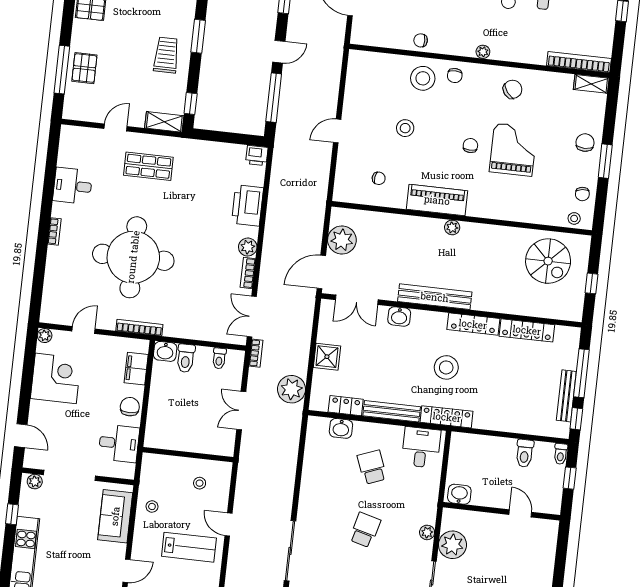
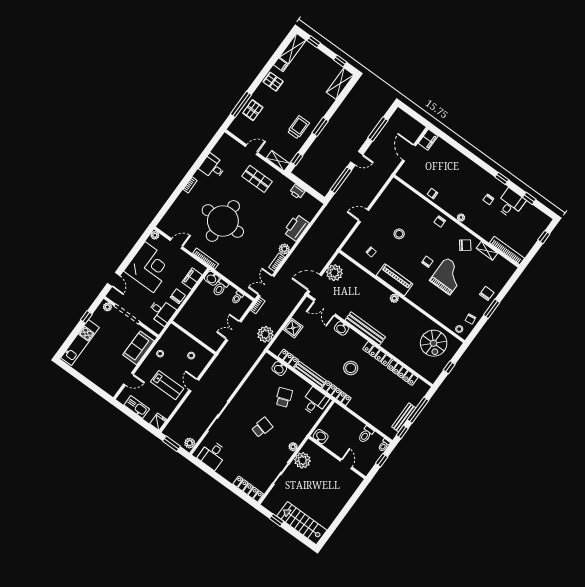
stool: (423, 78) -> (423, 214), removed
shelving: (591, 84) -> (487, 251), moved
printer: (257, 156) -> (297, 192), moved
corner desk: (56, 378) -> (149, 267), width x1.36, depth x1.36

